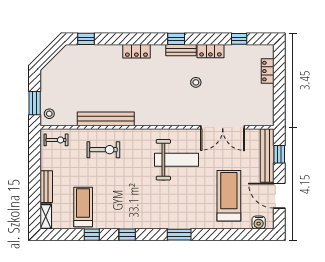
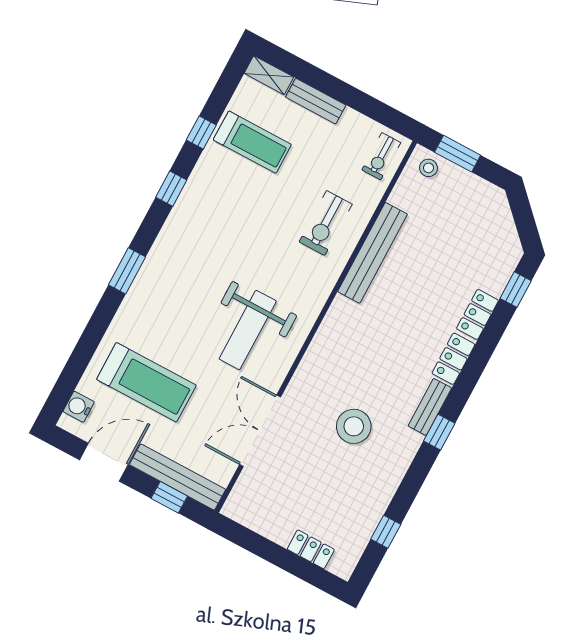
bench: (181, 50) -> (430, 407), moved
locker: (210, 51) -> (477, 314), moved
stool: (196, 82) -> (354, 426), width x1.89, depth x1.89

